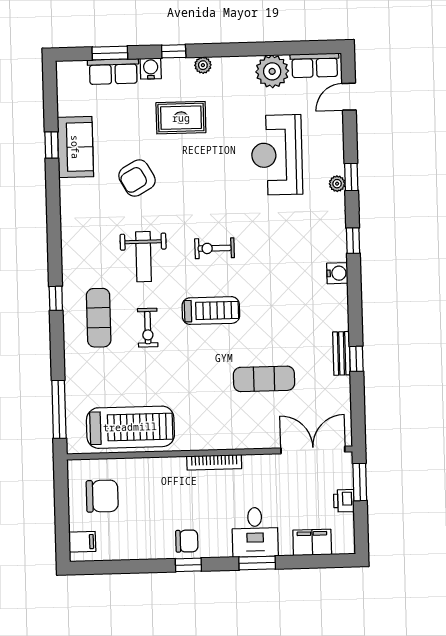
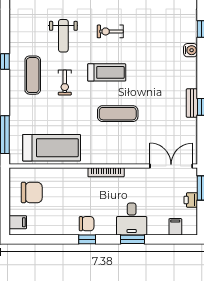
exercise mat: (264, 379) -> (118, 114), moved
filing cabinet: (312, 542) -> (175, 227), width x0.50

